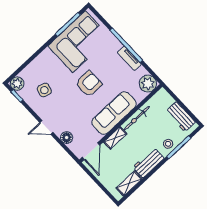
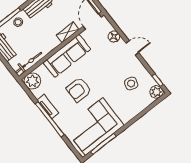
armchair: (89, 84) -> (79, 90), moved
bicycle: (137, 118) -> (29, 63), moved

